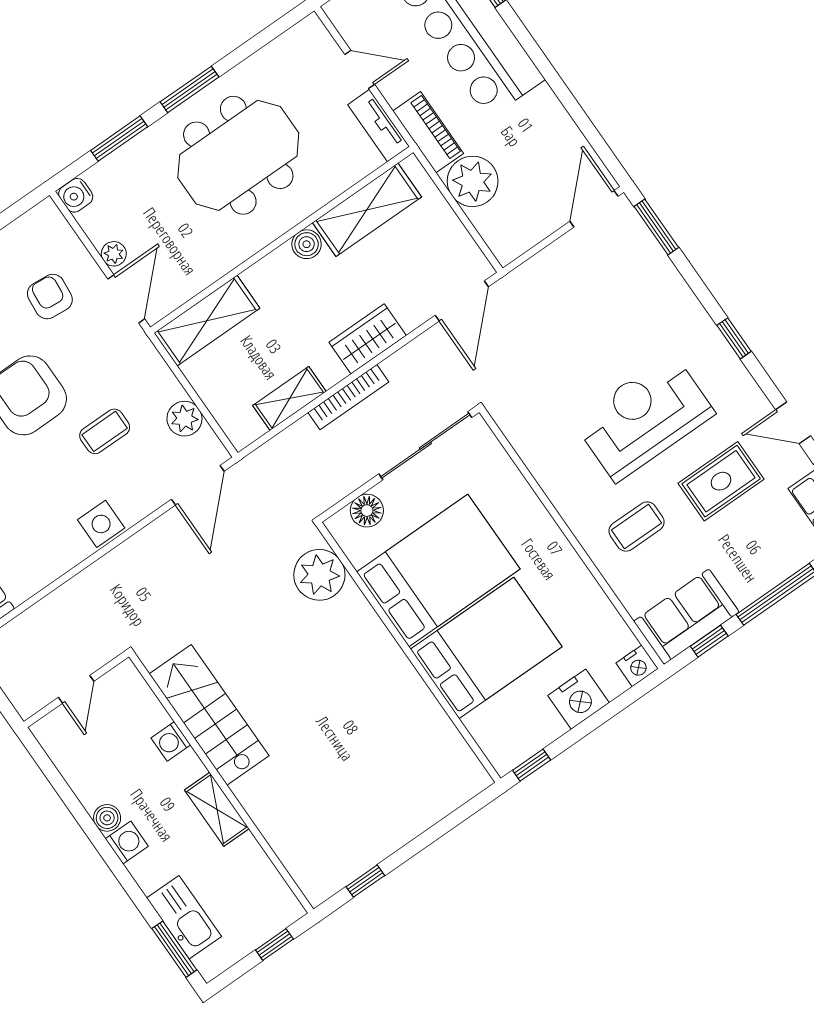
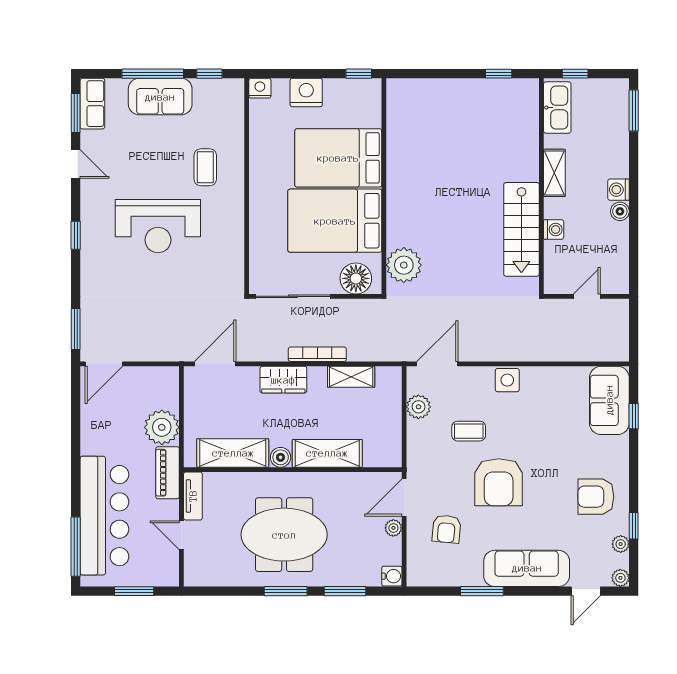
shelving: (207, 321) -> (327, 453), moved
rug: (721, 481) -> (140, 160), removed
floor lamp: (367, 511) -> (356, 278), width x1.38, depth x1.38
coffee table: (637, 527) -> (205, 167), turned 90
sofa: (686, 617) -> (160, 97), moved
kitchen sink: (184, 917) -> (557, 108), moved, turned 180

